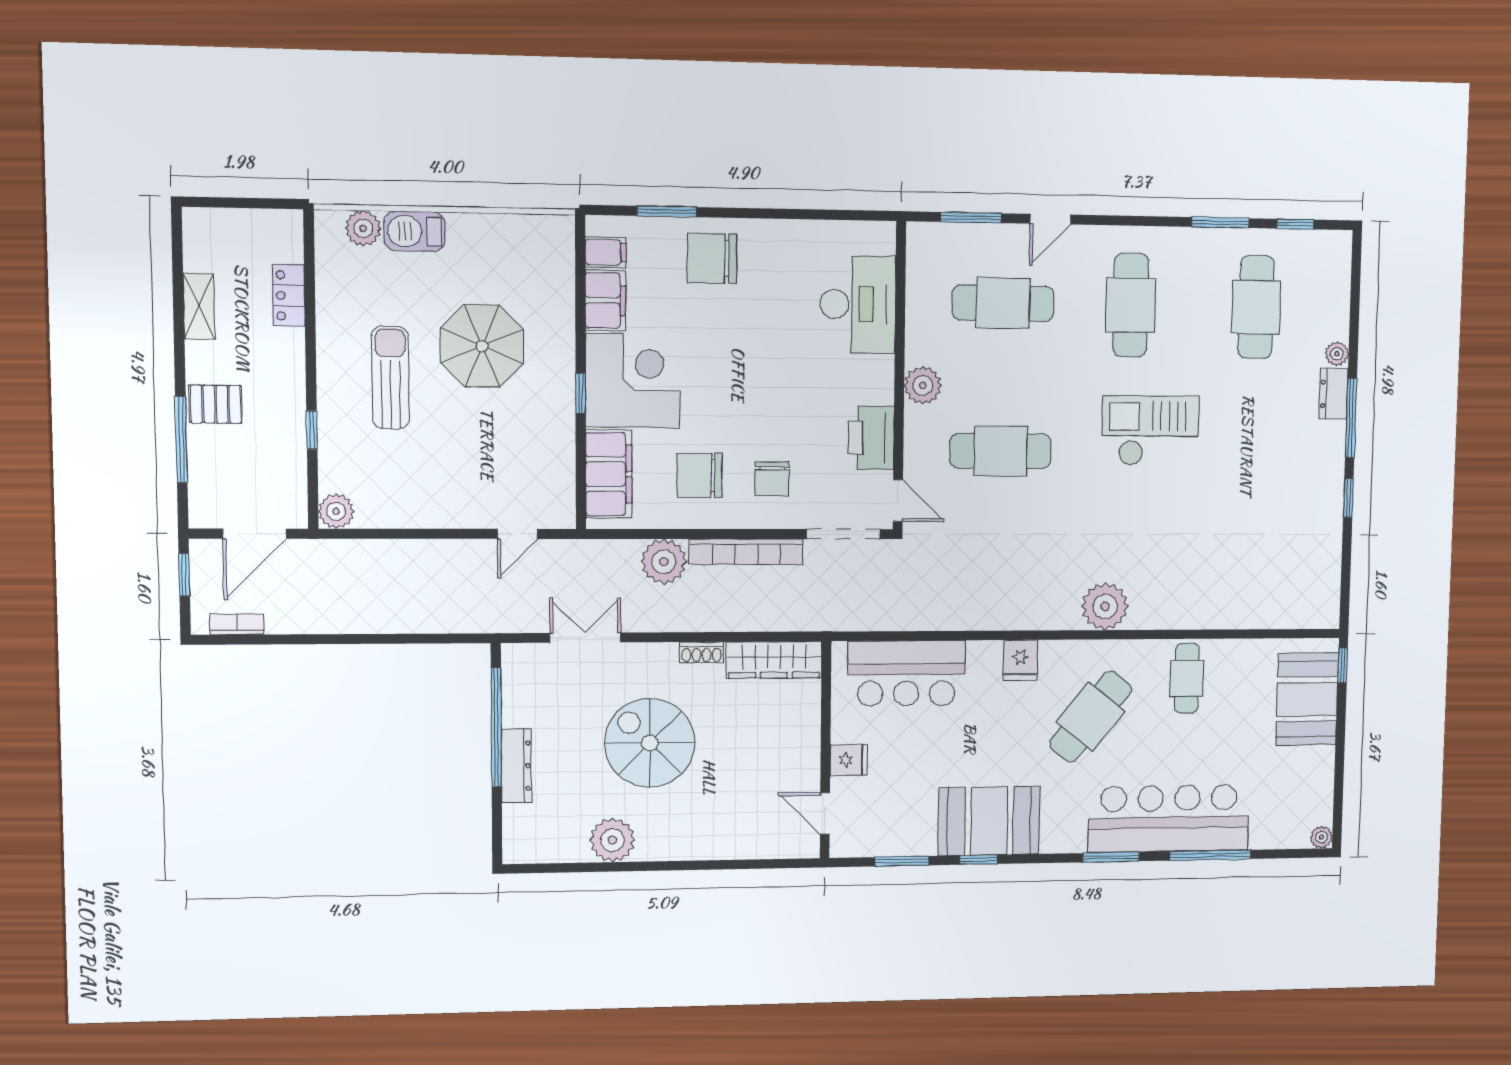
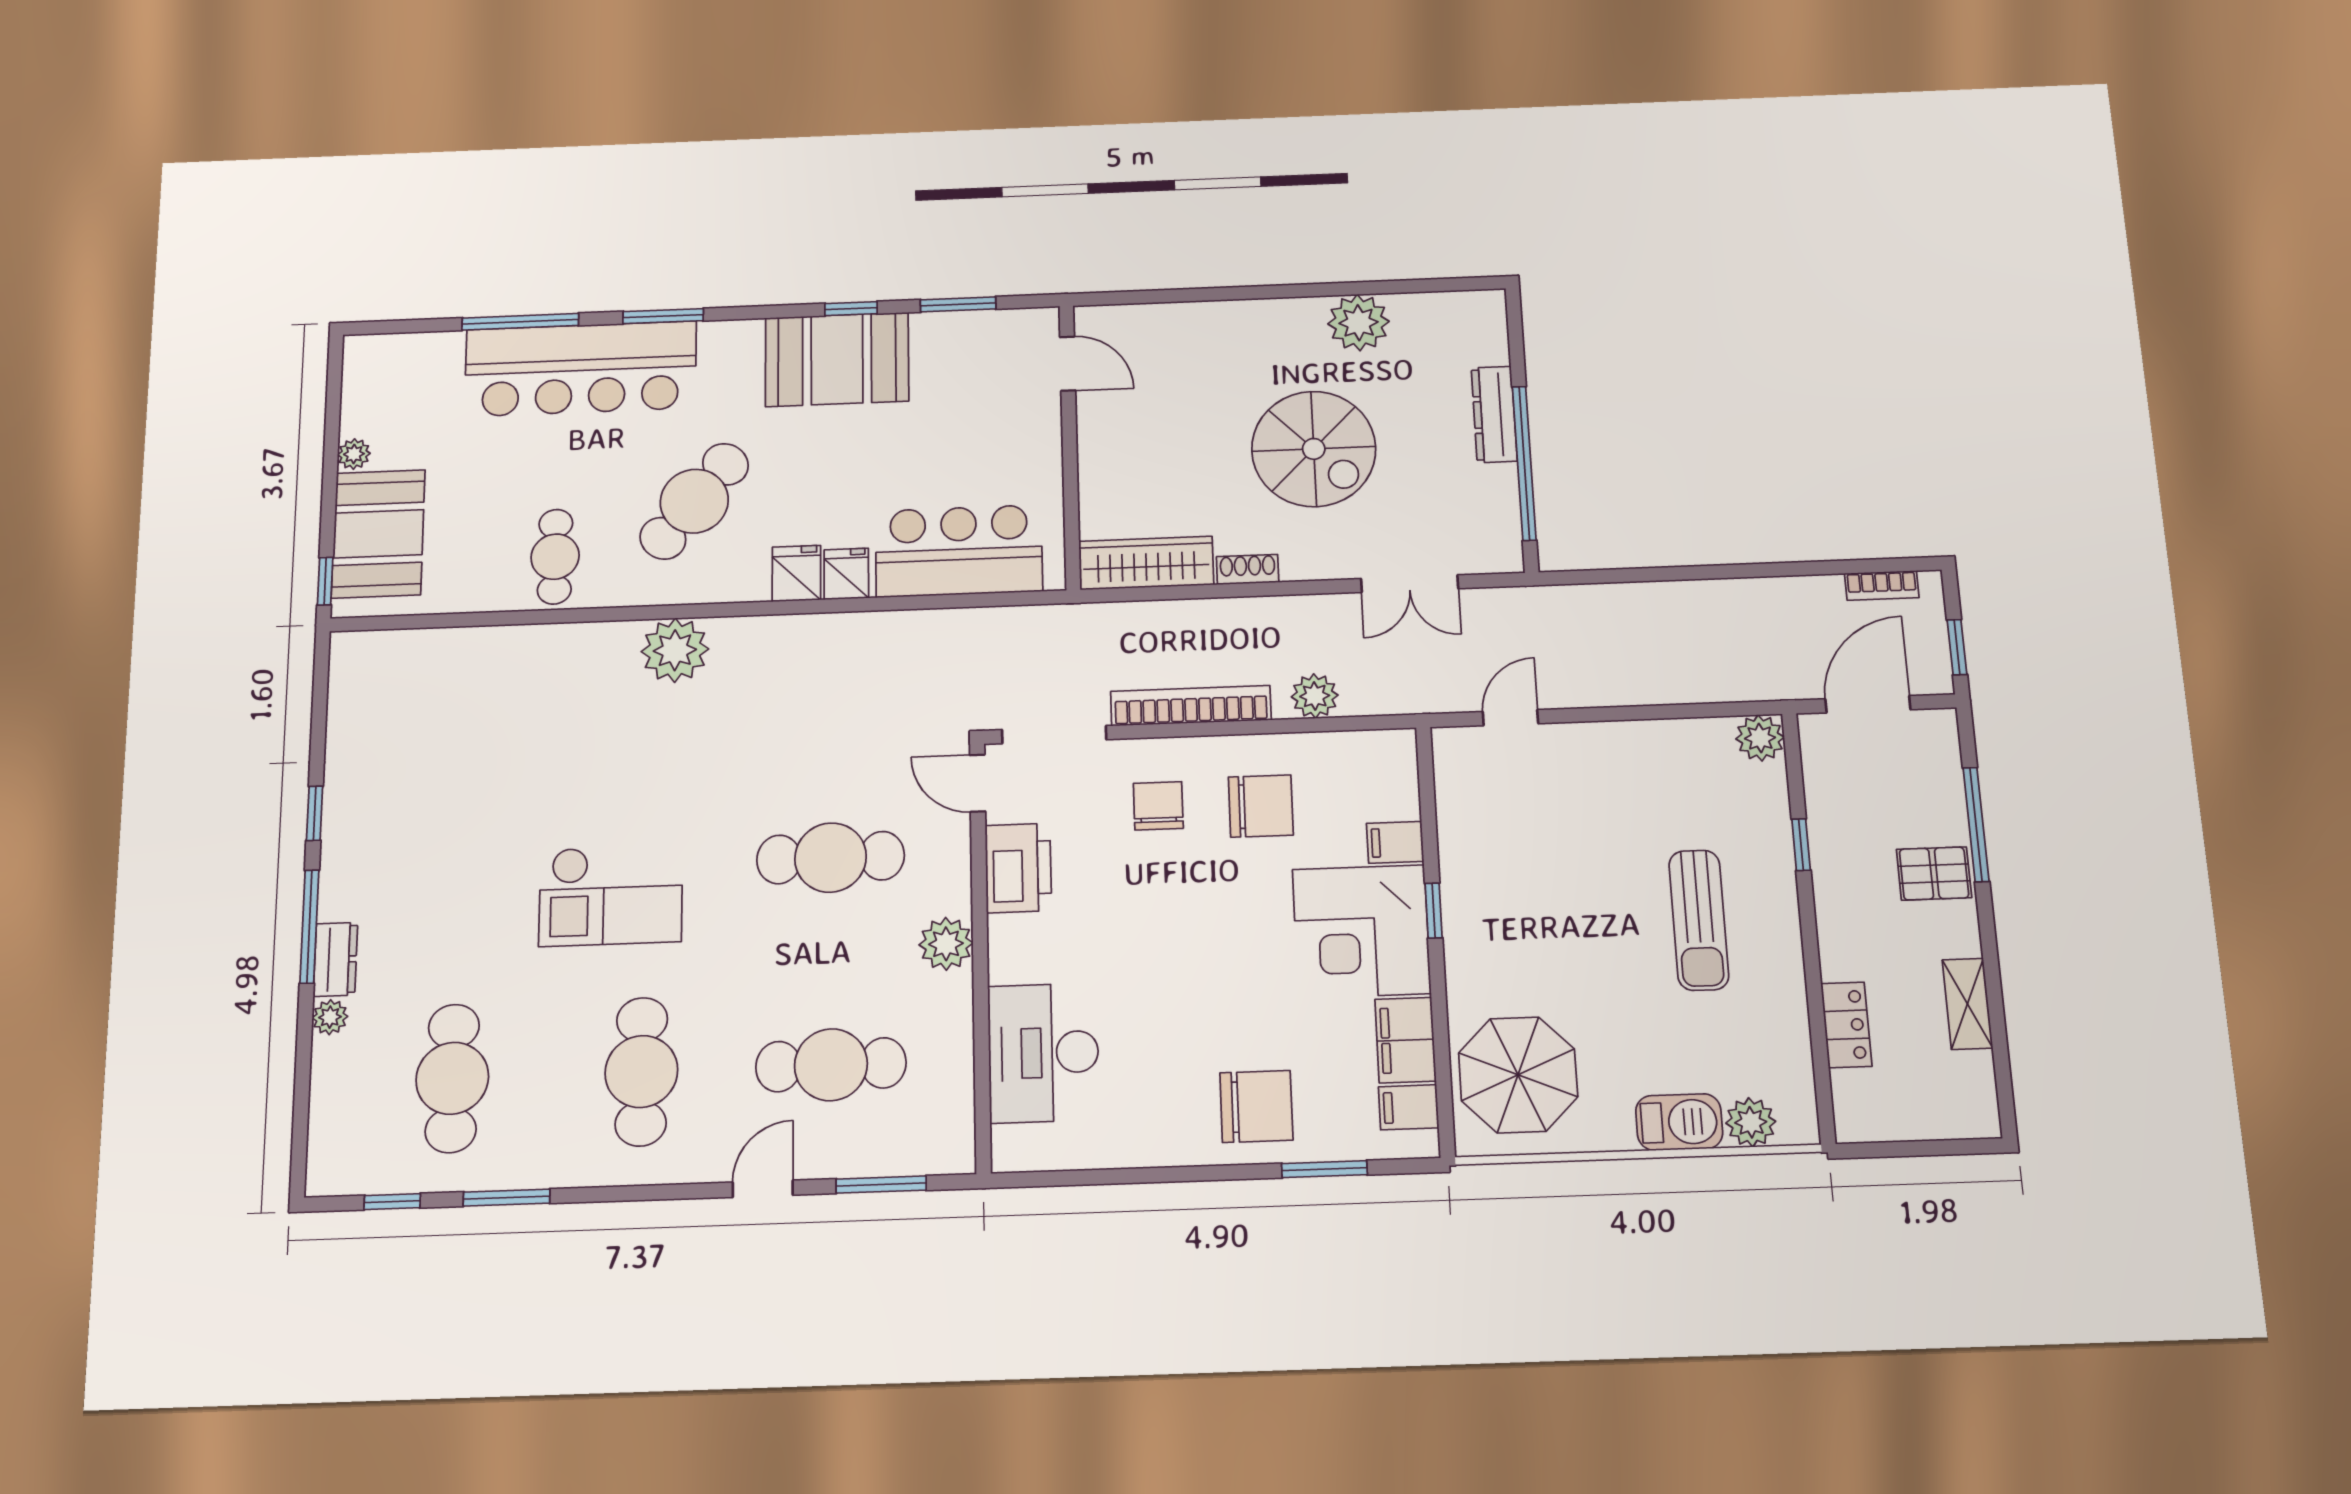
parasol: (482, 346) -> (1518, 1075), moved
filing cabinet: (609, 474) -> (1395, 842), width x0.33, depth x0.86
plant: (664, 562) -> (1315, 696), width x0.73, depth x0.73
fridge: (849, 760) -> (846, 574), moved, turned 90
plant: (1321, 837) -> (354, 454), moved

